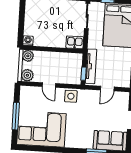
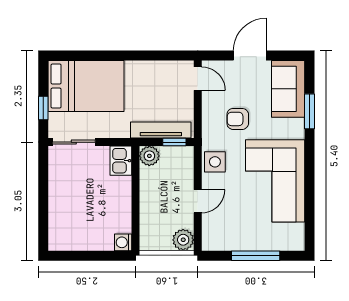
plant: (28, 56) -> (149, 156), moved
door: (107, 89) -> (198, 79), moved
armchair: (95, 111) -> (238, 119), added
corner sofa: (41, 129) -> (275, 181), moved

